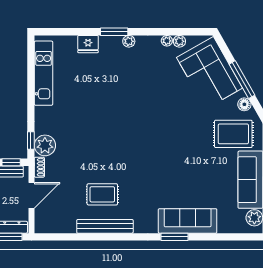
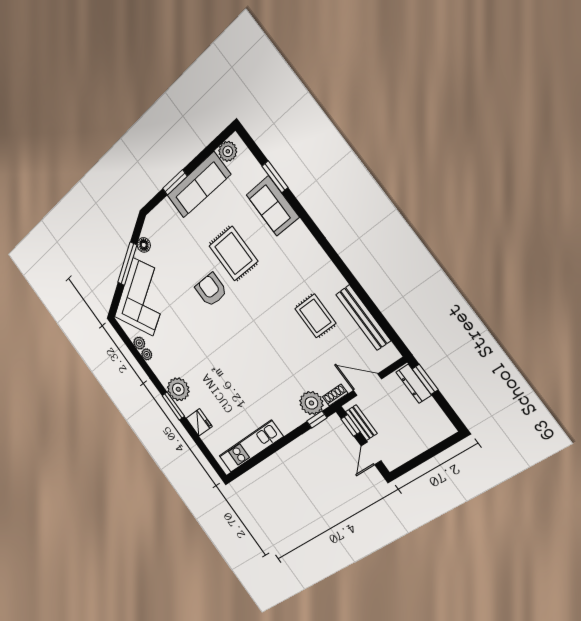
plant: (129, 41) -> (178, 389), width x1.87, depth x1.87
armchair: (175, 132) -> (211, 290), added
rug: (233, 134) -> (233, 254), moved
sofa: (188, 221) -> (273, 206), width x0.73
bench: (105, 226) -> (363, 318), moved
window: (175, 237) -> (275, 177), moved

